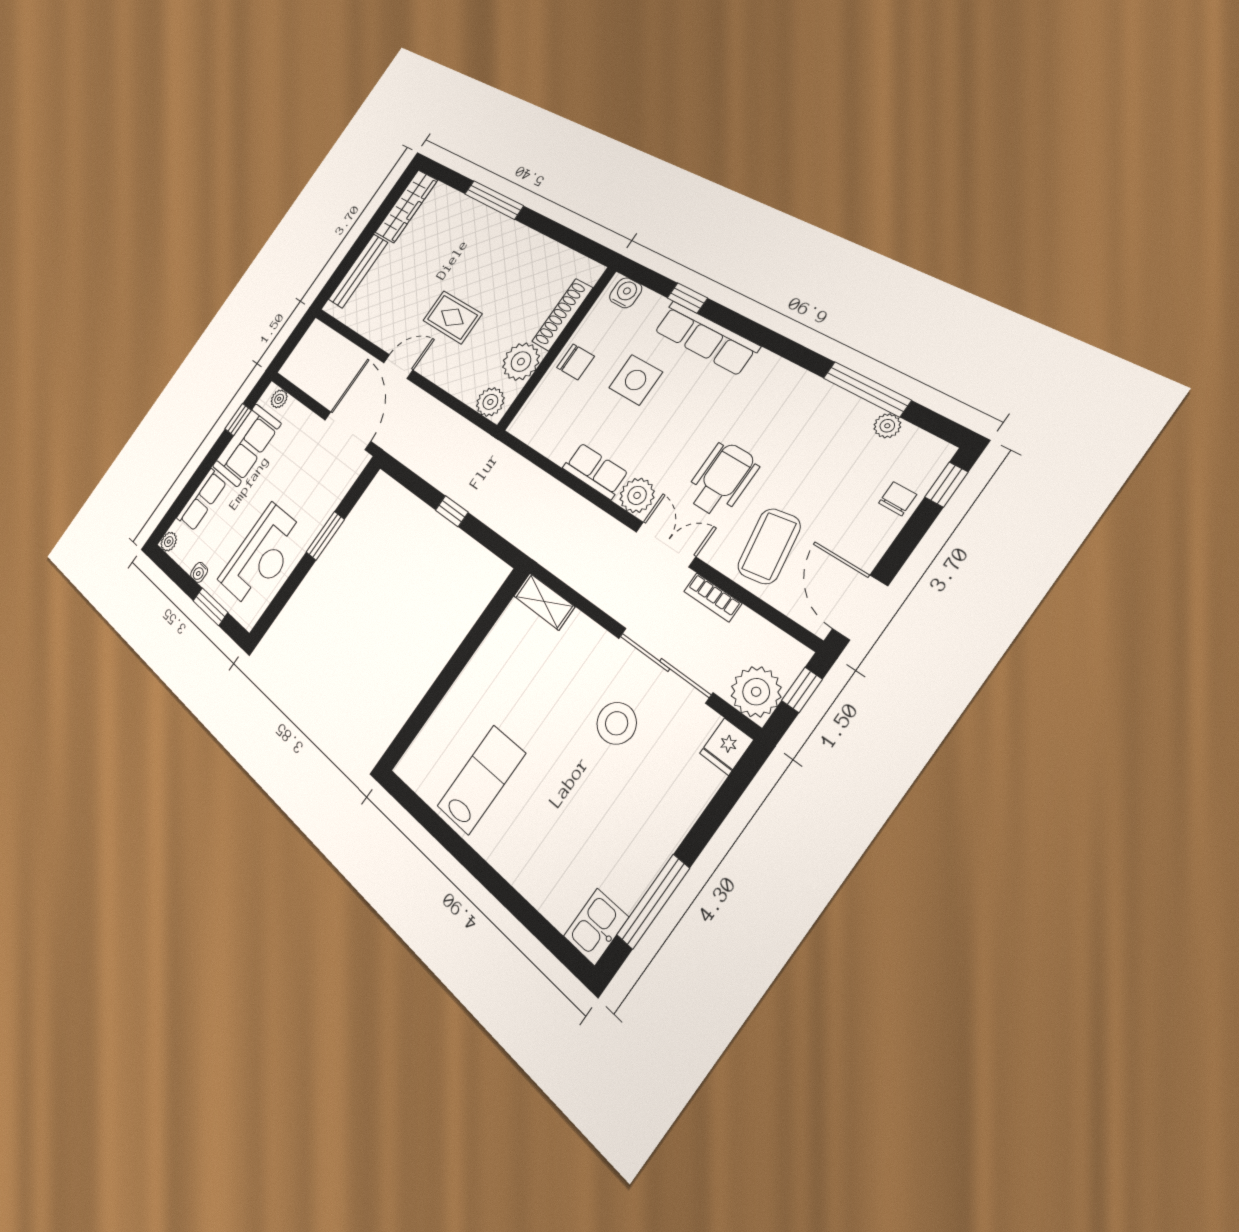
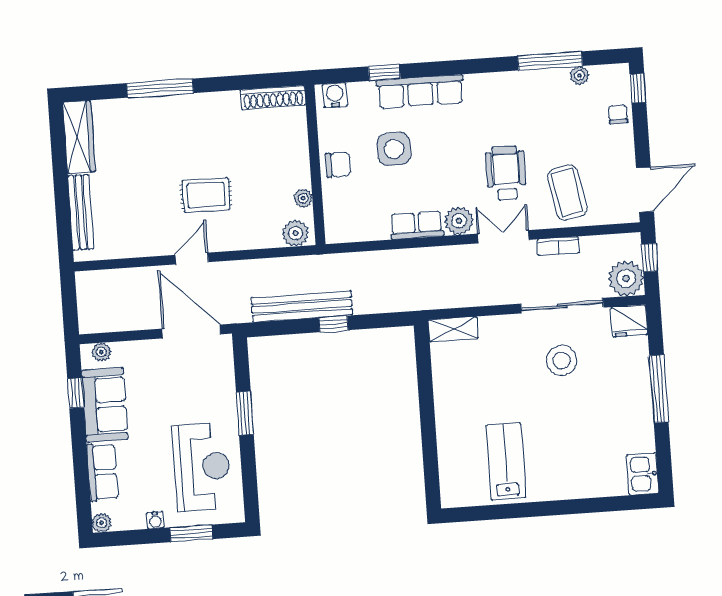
shoe rack: (562, 315) -> (273, 97), moved, turned -90
plant: (521, 362) -> (303, 198), width x0.53, depth x0.53
bench: (441, 474) -> (302, 306), added
door: (860, 607) -> (645, 190), swing flipped
fridge: (727, 747) -> (629, 321), width x1.38
window: (653, 902) -> (659, 389), moved

